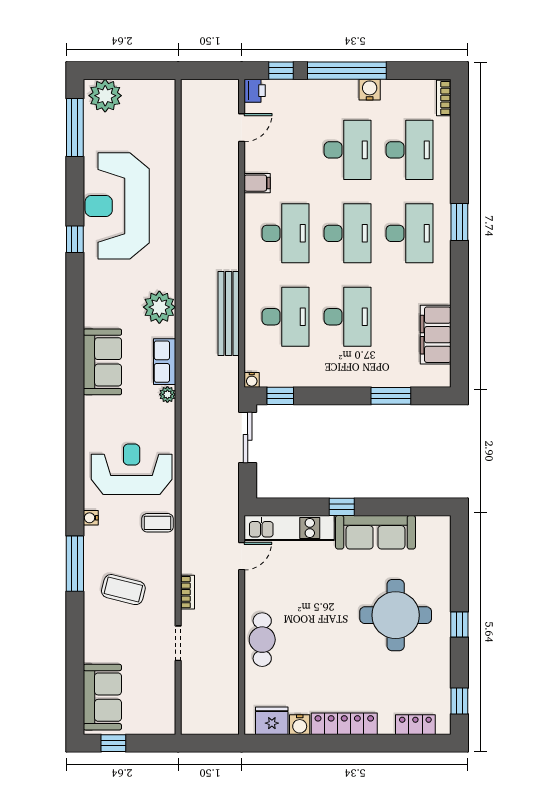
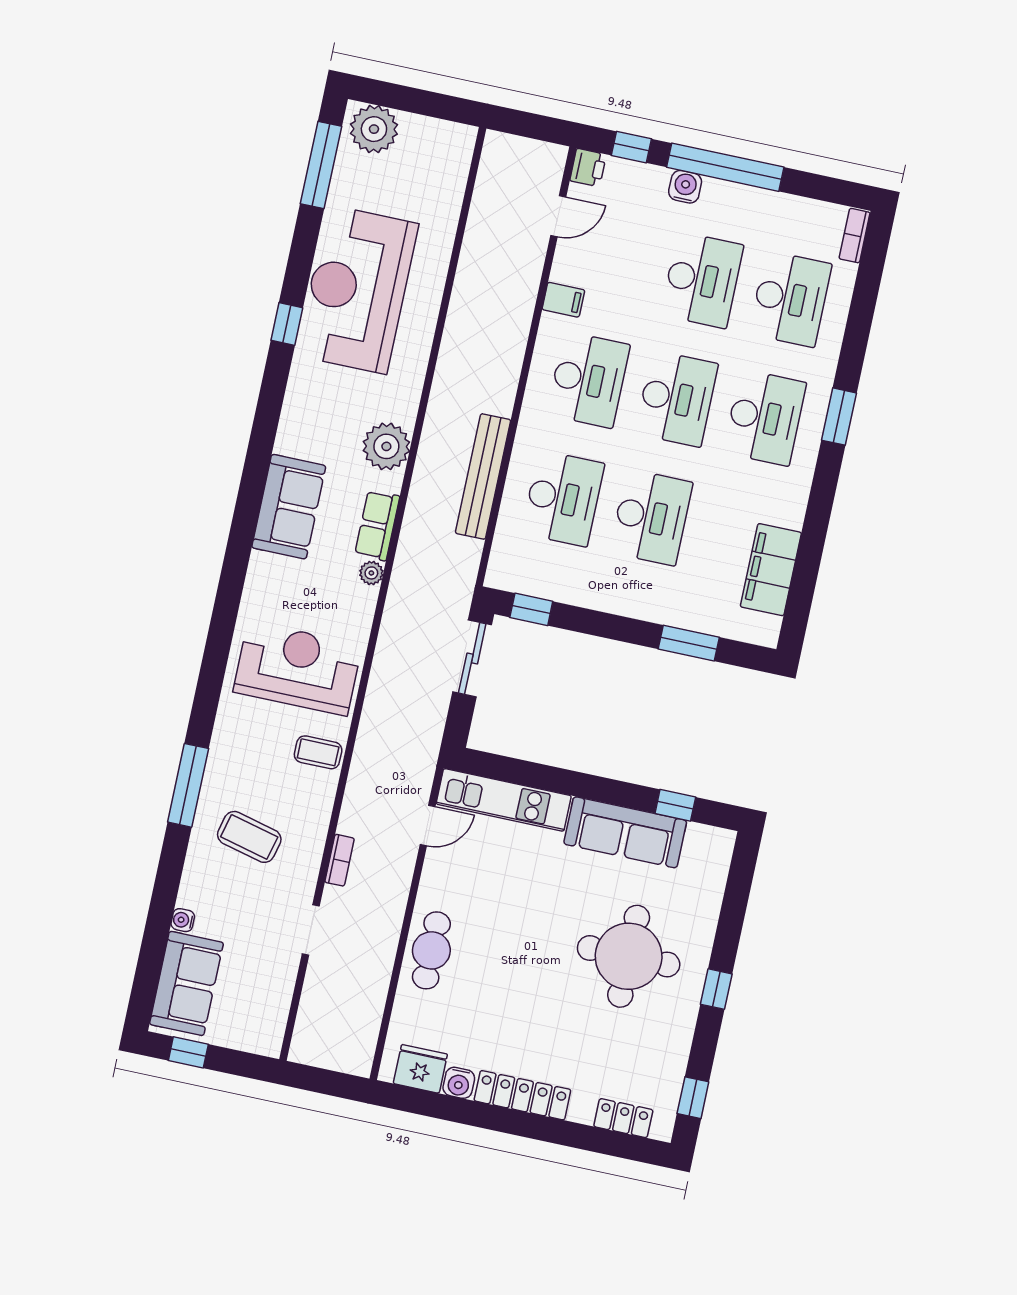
water cooler: (370, 90) -> (685, 187), moved
water cooler: (252, 380) -> (496, 578), removed
window: (342, 507) -> (675, 805), moved
water cooler: (91, 518) -> (183, 920), moved

